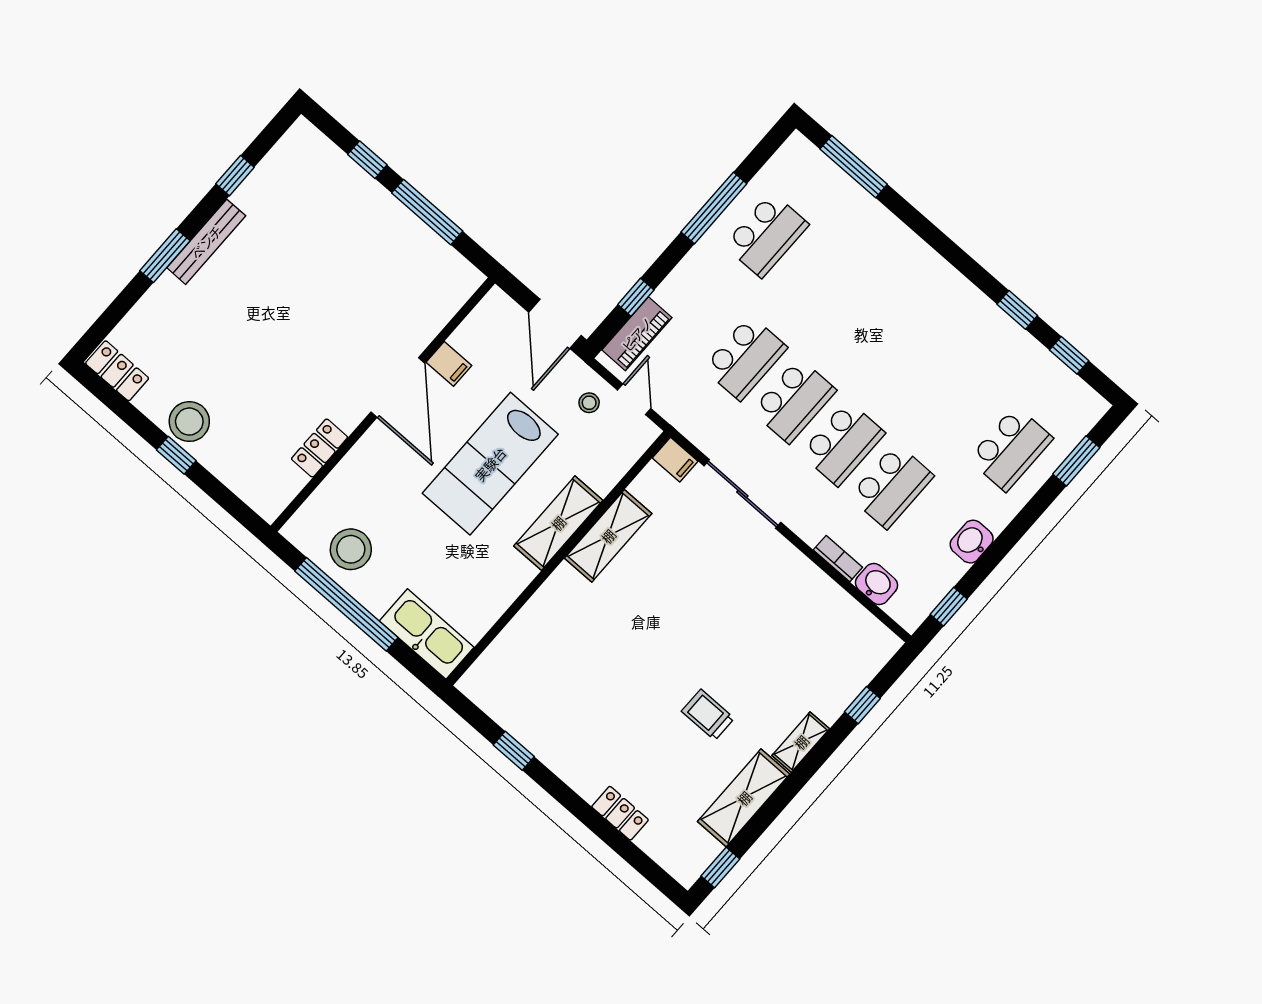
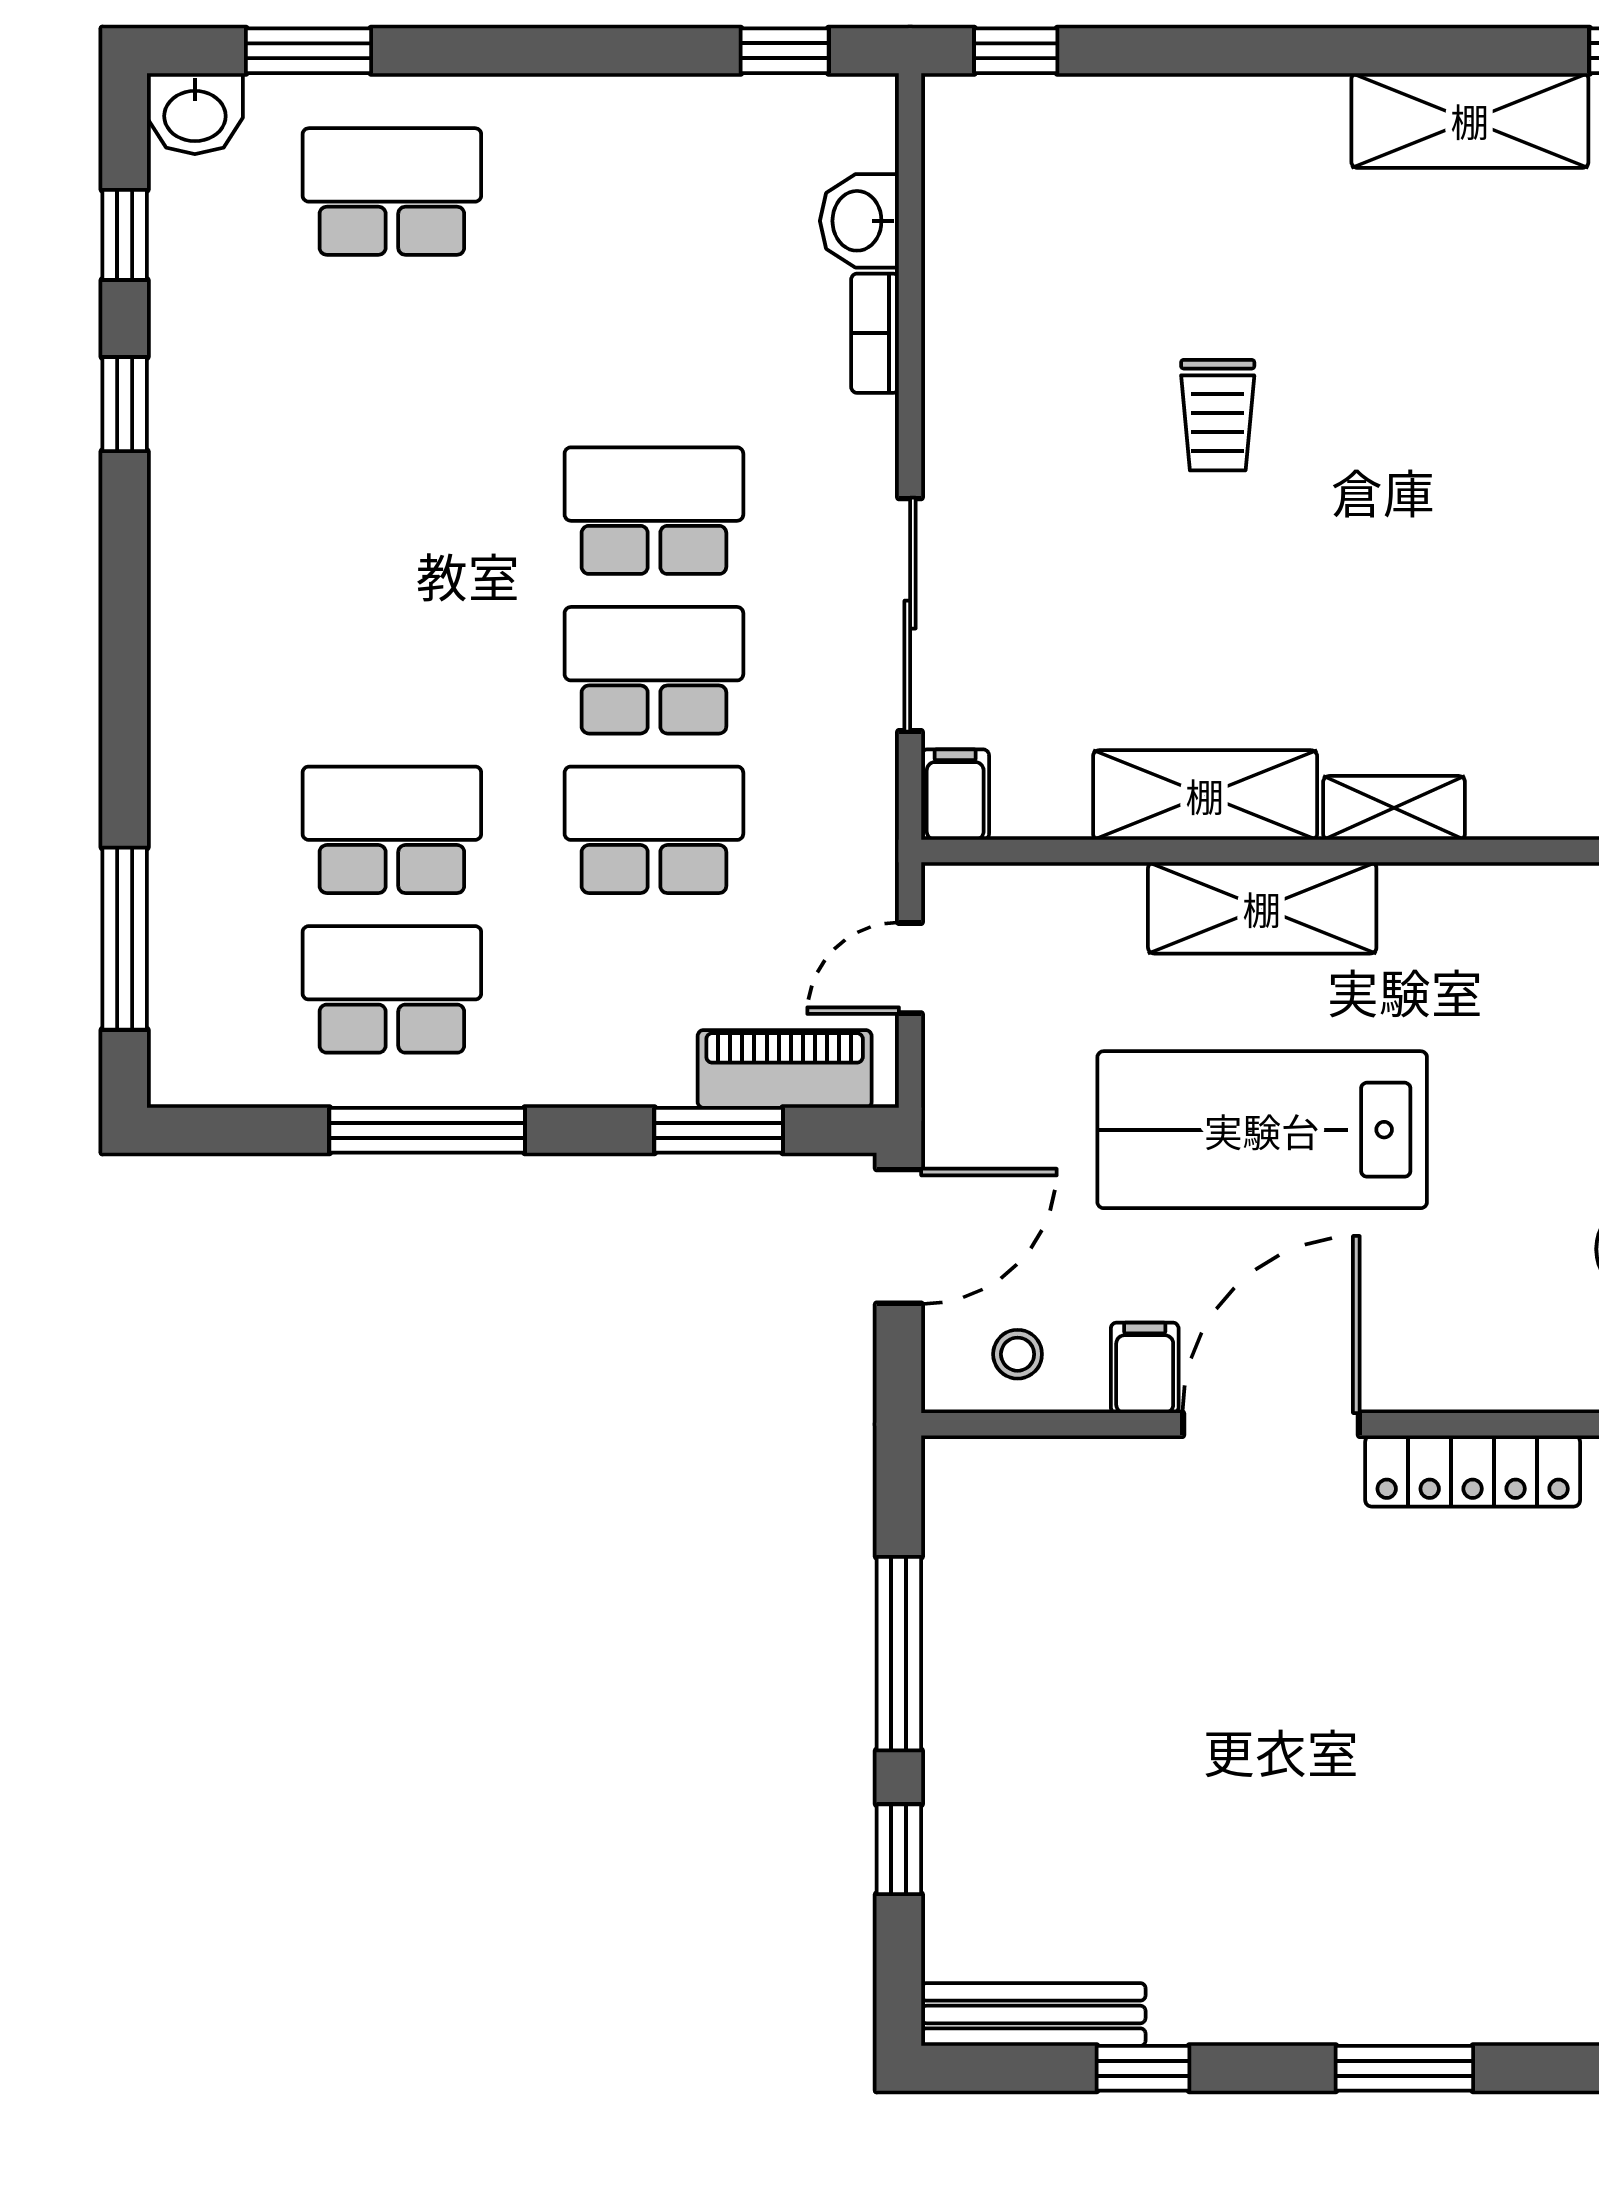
bench: (206, 242) -> (1033, 2014), moved
window: (636, 297) -> (719, 1130), width x1.50
stool: (589, 403) -> (1018, 1354), moved
locker: (320, 448) -> (1473, 1471), width x1.53
lab bench: (490, 464) -> (1262, 1130), turned 180
school desk: (892, 486) -> (392, 830), moved
washbasin: (972, 542) -> (195, 114), moved
window: (862, 705) -> (1016, 51), moved
trolley: (708, 715) -> (1218, 415), moved
shelving: (801, 742) -> (1394, 808), moved

